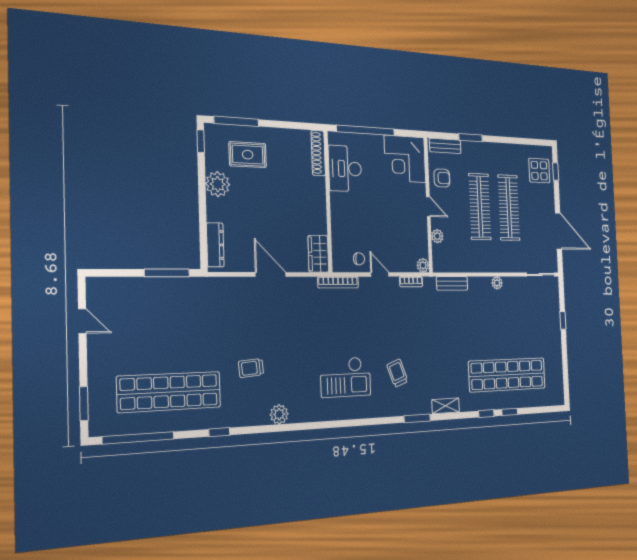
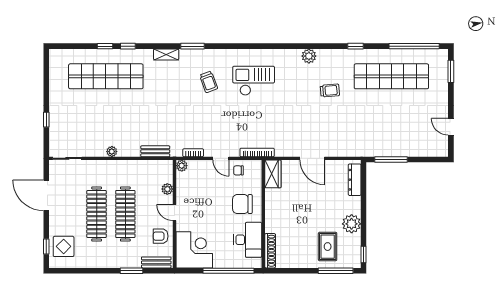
rug: (248, 155) -> (328, 247), turned 90
chair: (353, 215) -> (242, 204), added

